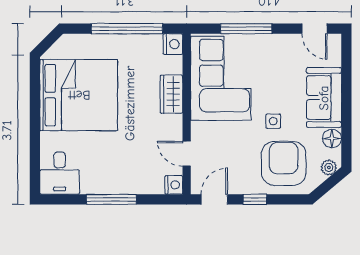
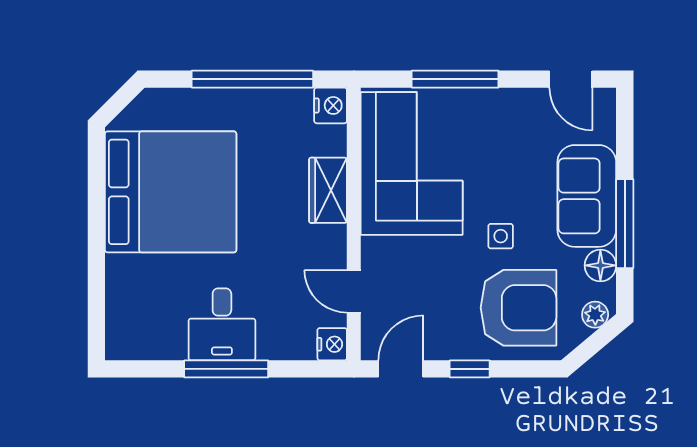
window: (346, 114) -> (625, 224), added
armchair: (284, 163) -> (518, 308), turned 90
desk: (60, 173) -> (222, 324), moved

